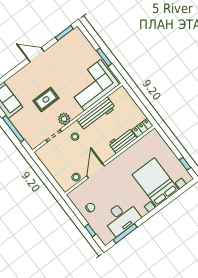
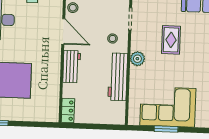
corner sofa: (93, 85) -> (168, 107), moved, turned -90
plant: (64, 119) -> (137, 59), moved
workbench: (123, 141) -> (72, 67), moved

